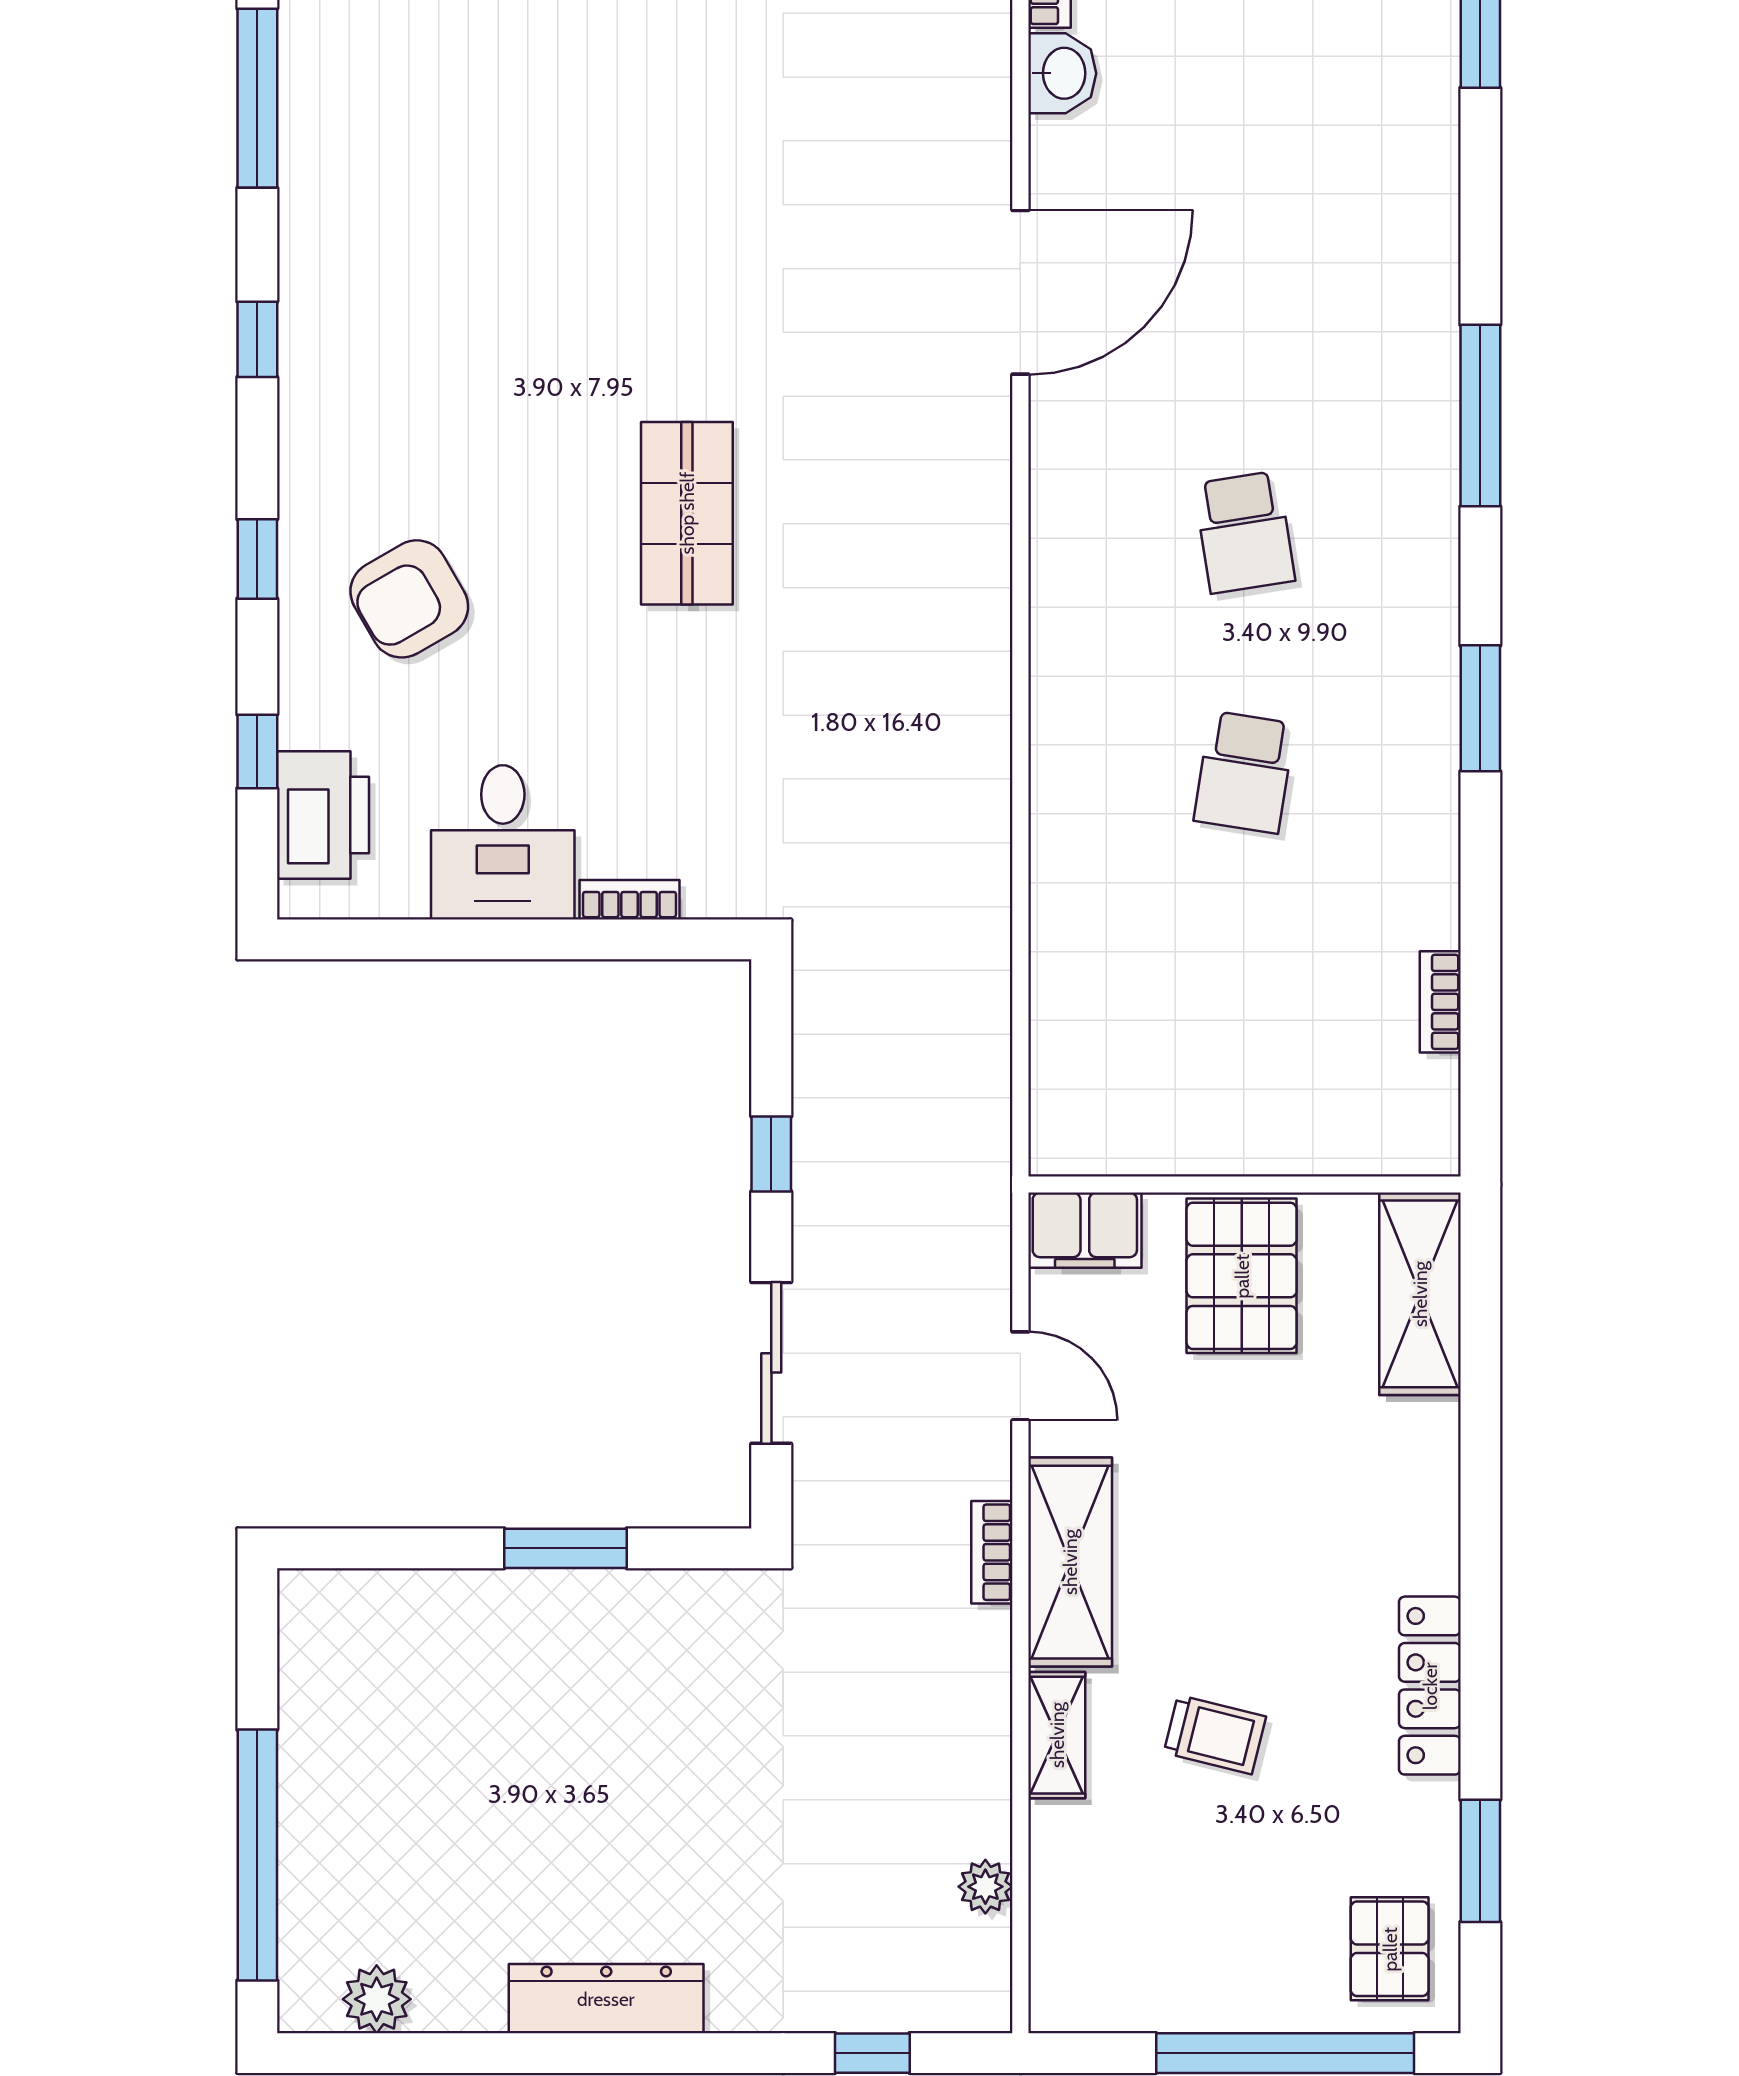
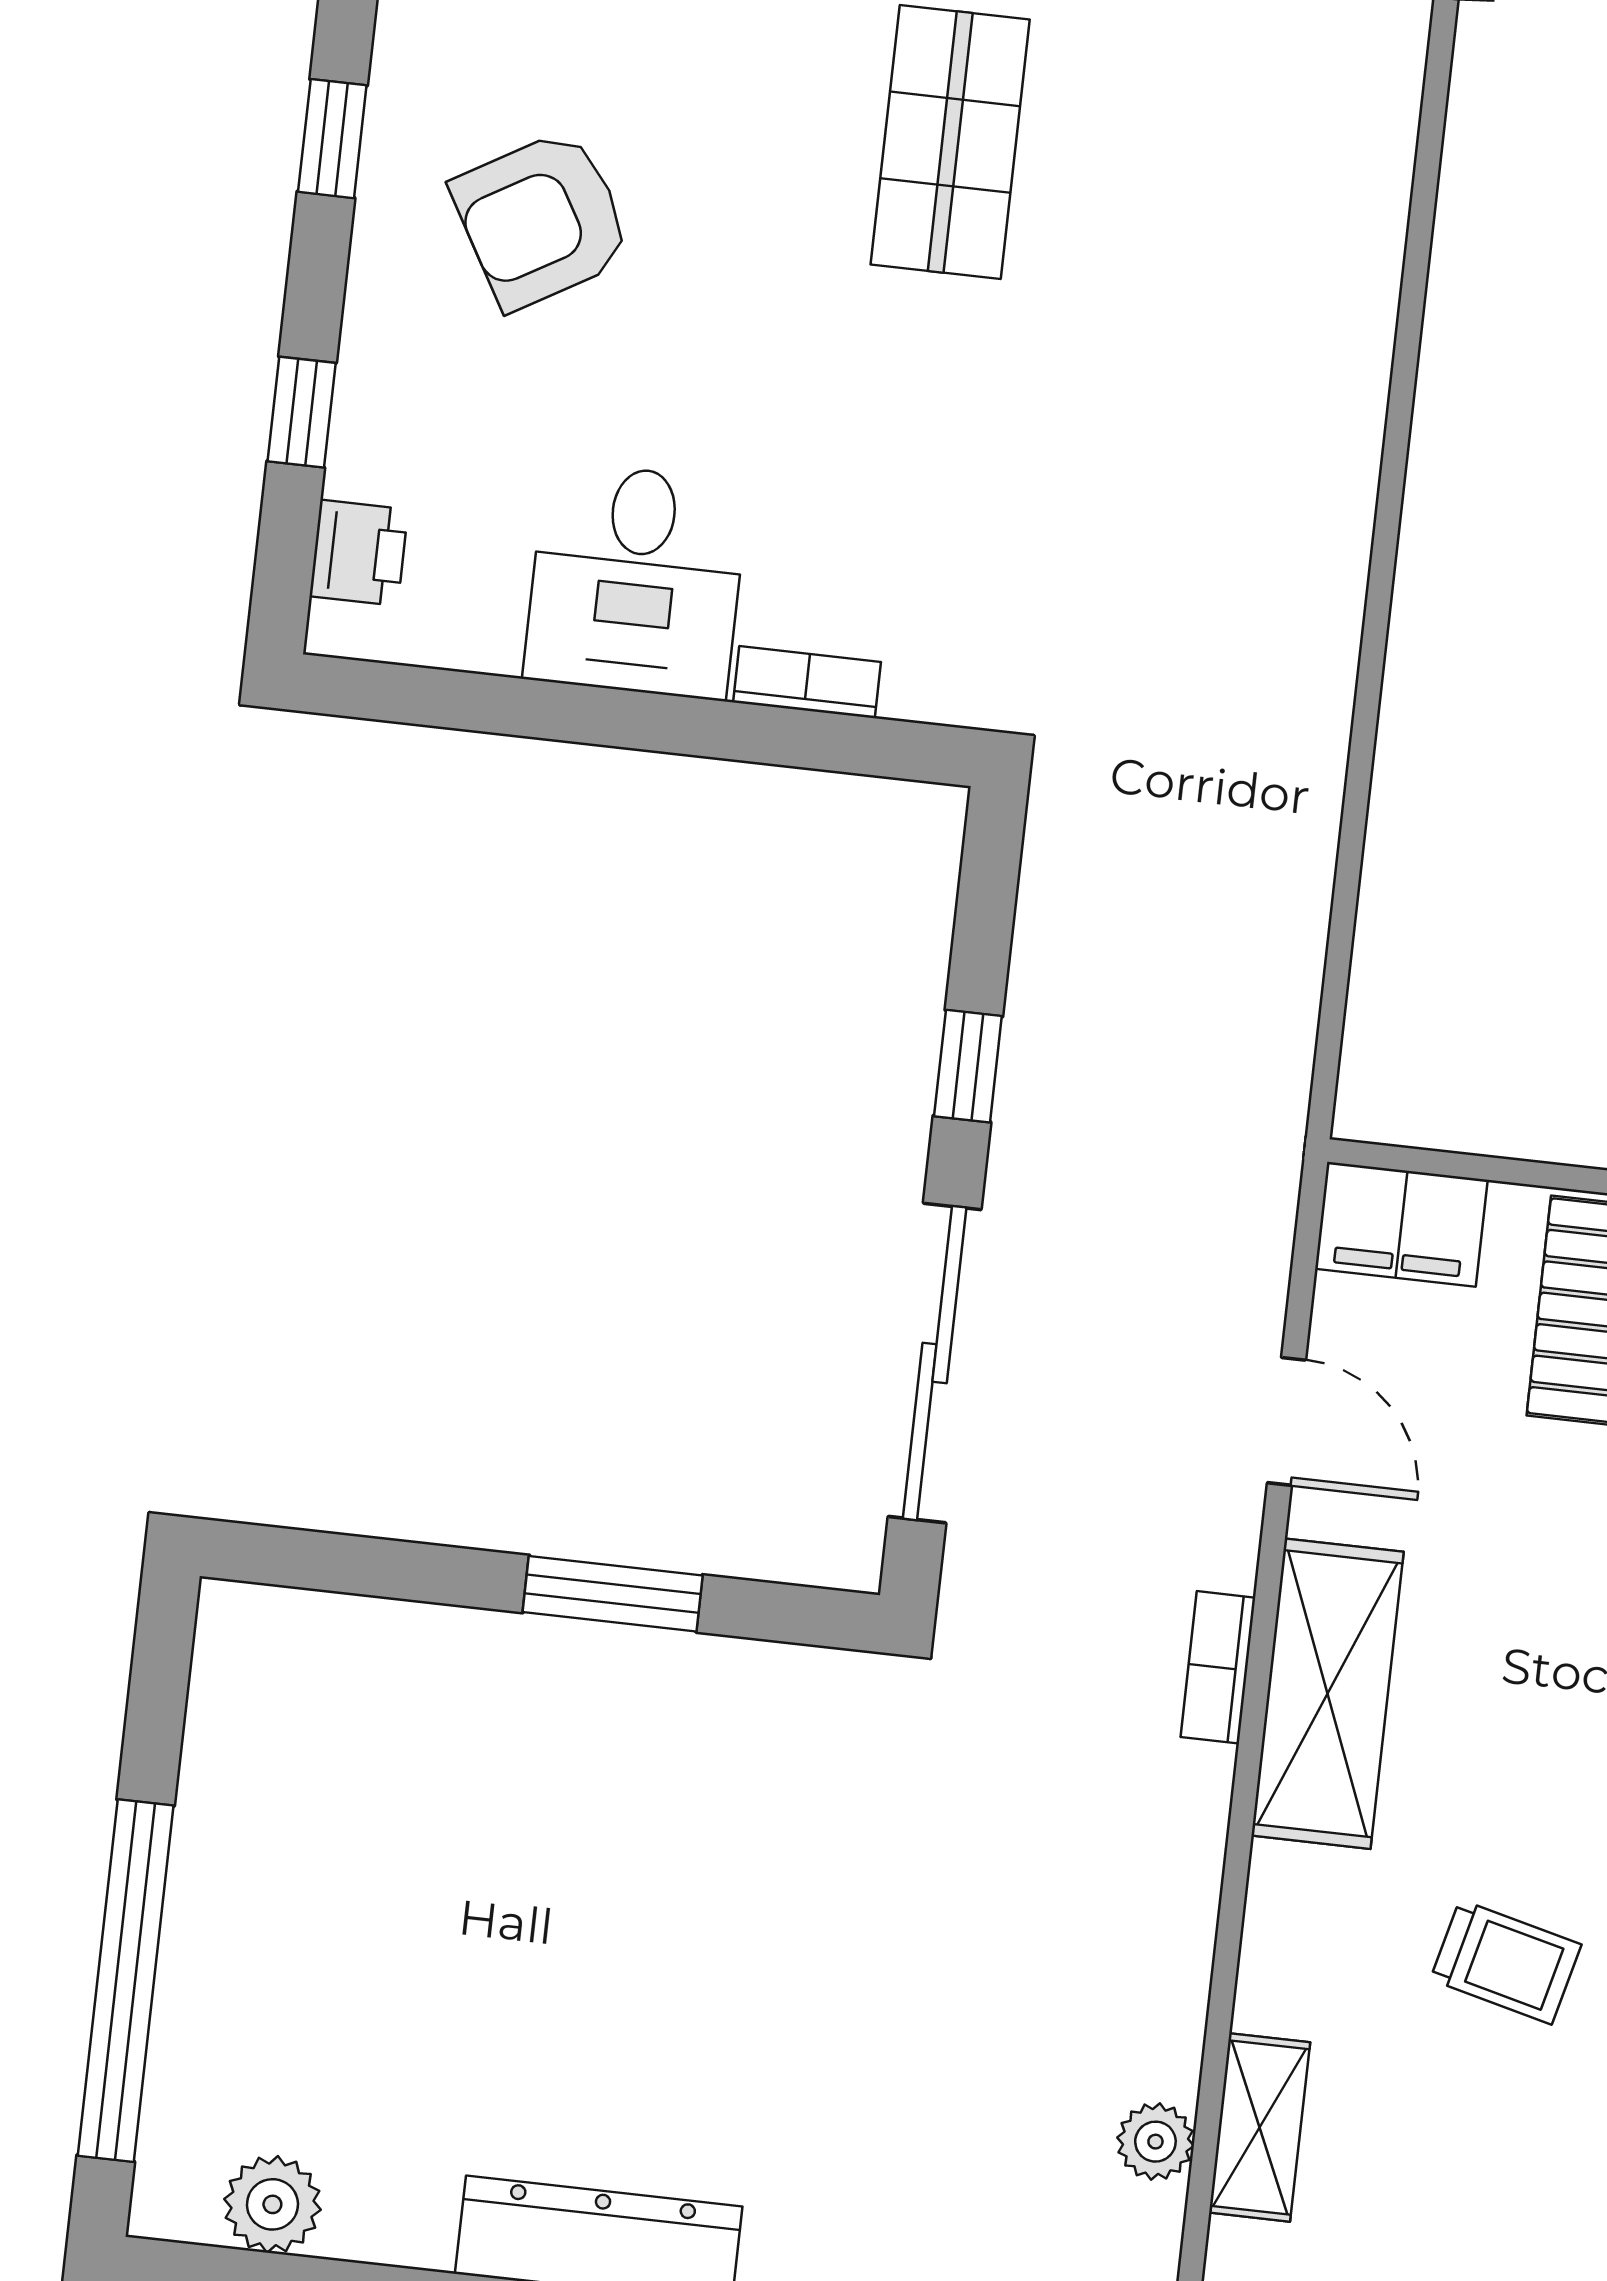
printer: (323, 815) -> (359, 553), width x0.53, depth x0.68
sliding door: (771, 1363) -> (935, 1363), width x1.37
shelving: (1057, 1735) -> (1260, 2127), moved

